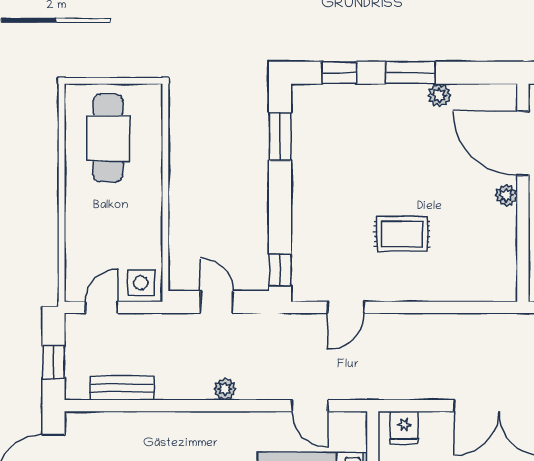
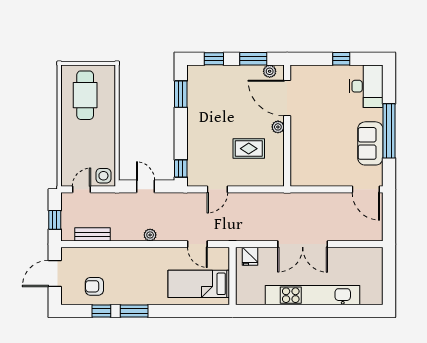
door: (523, 143) -> (287, 98), moved
wall: (523, 193) -> (287, 126), moved
plant: (506, 195) -> (278, 127), moved

